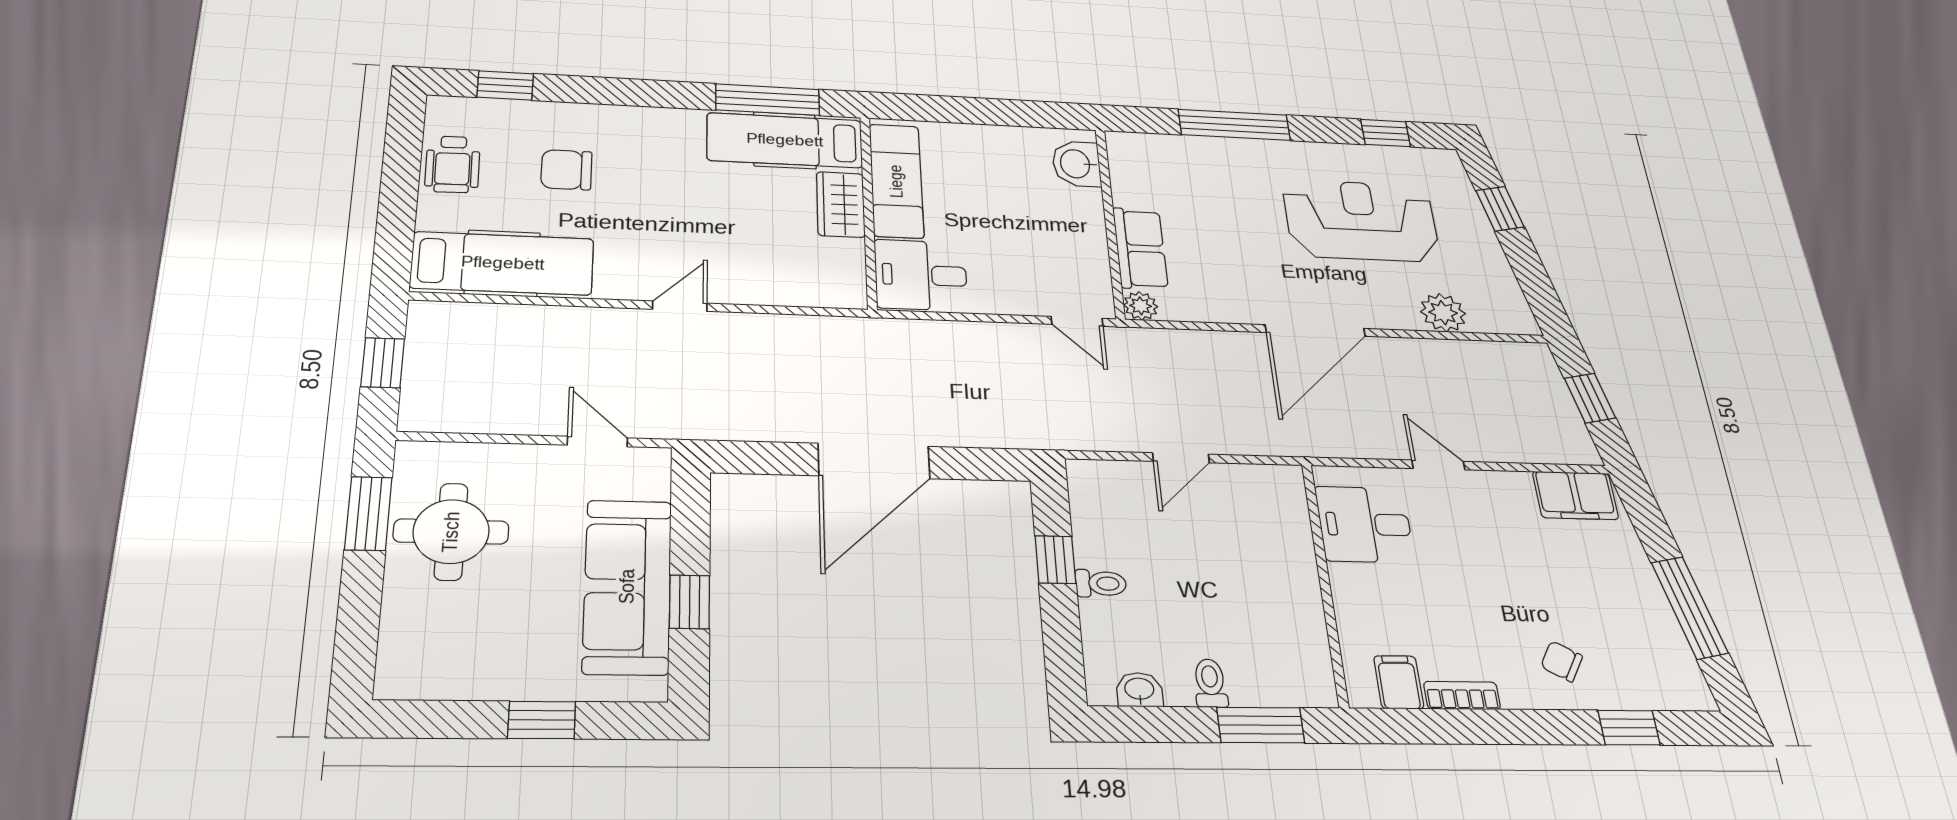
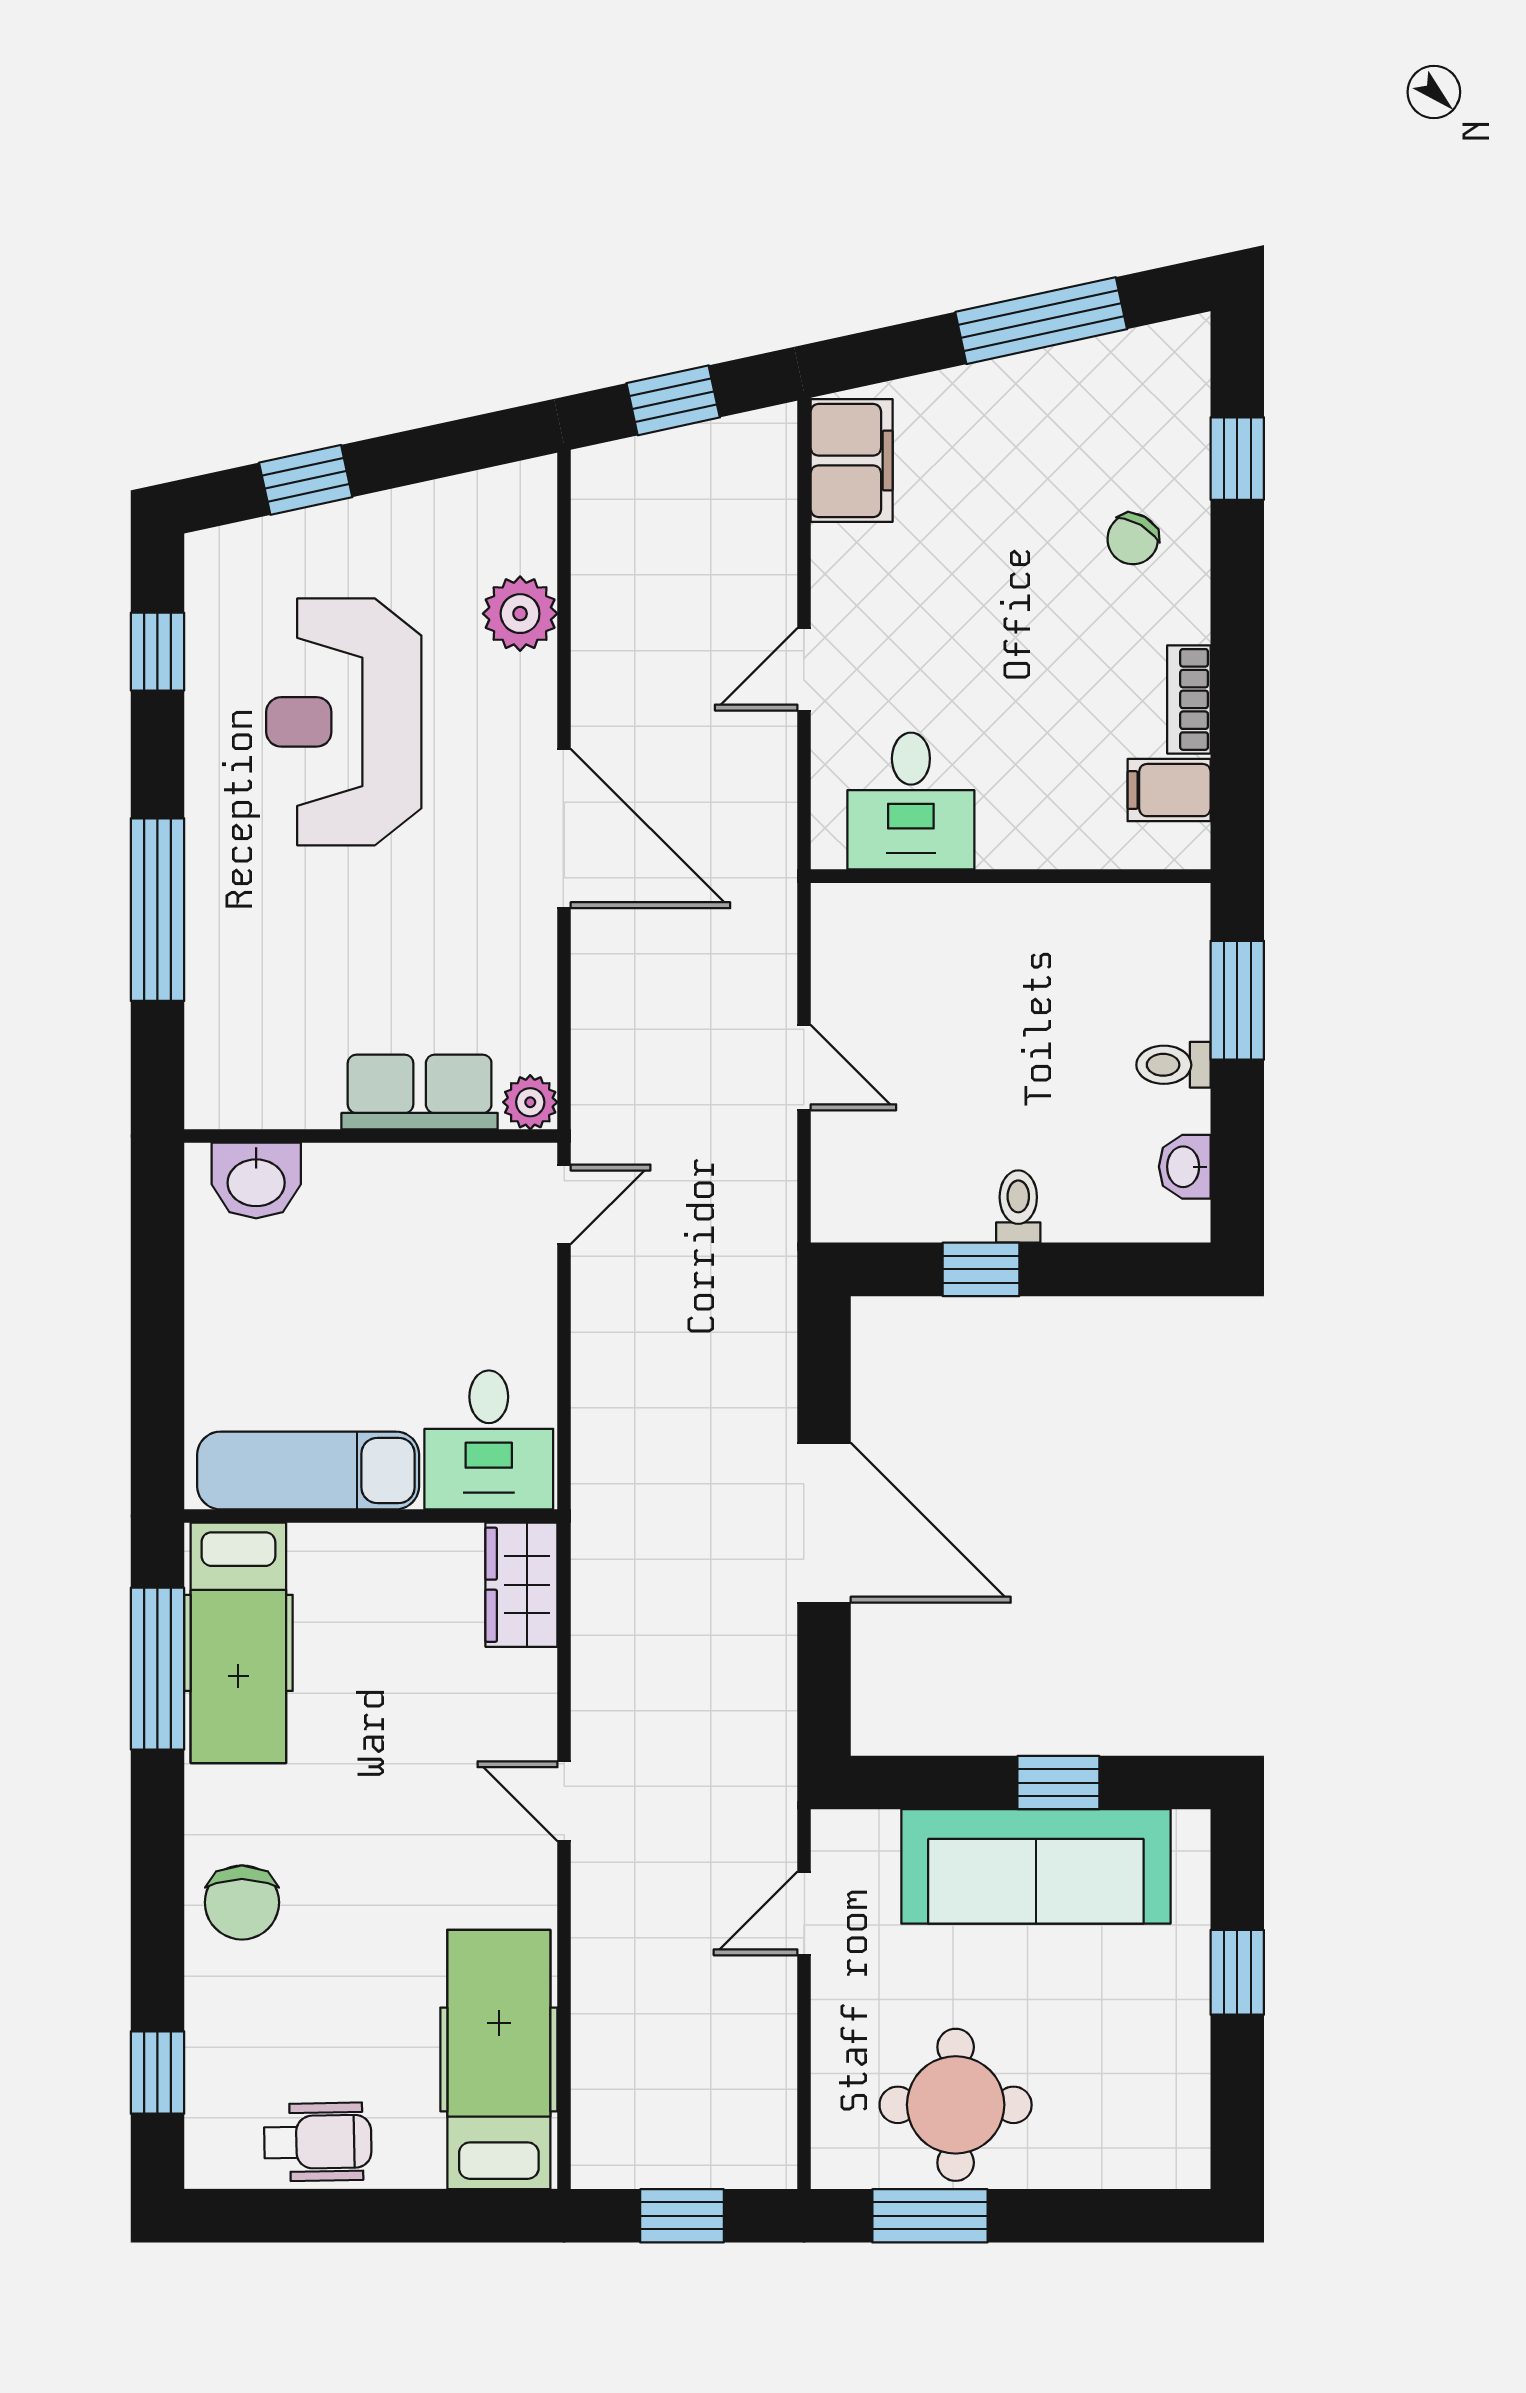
chair: (566, 170) -> (242, 1902), moved
wardrobe: (841, 204) -> (521, 1585), moved, turned 90

